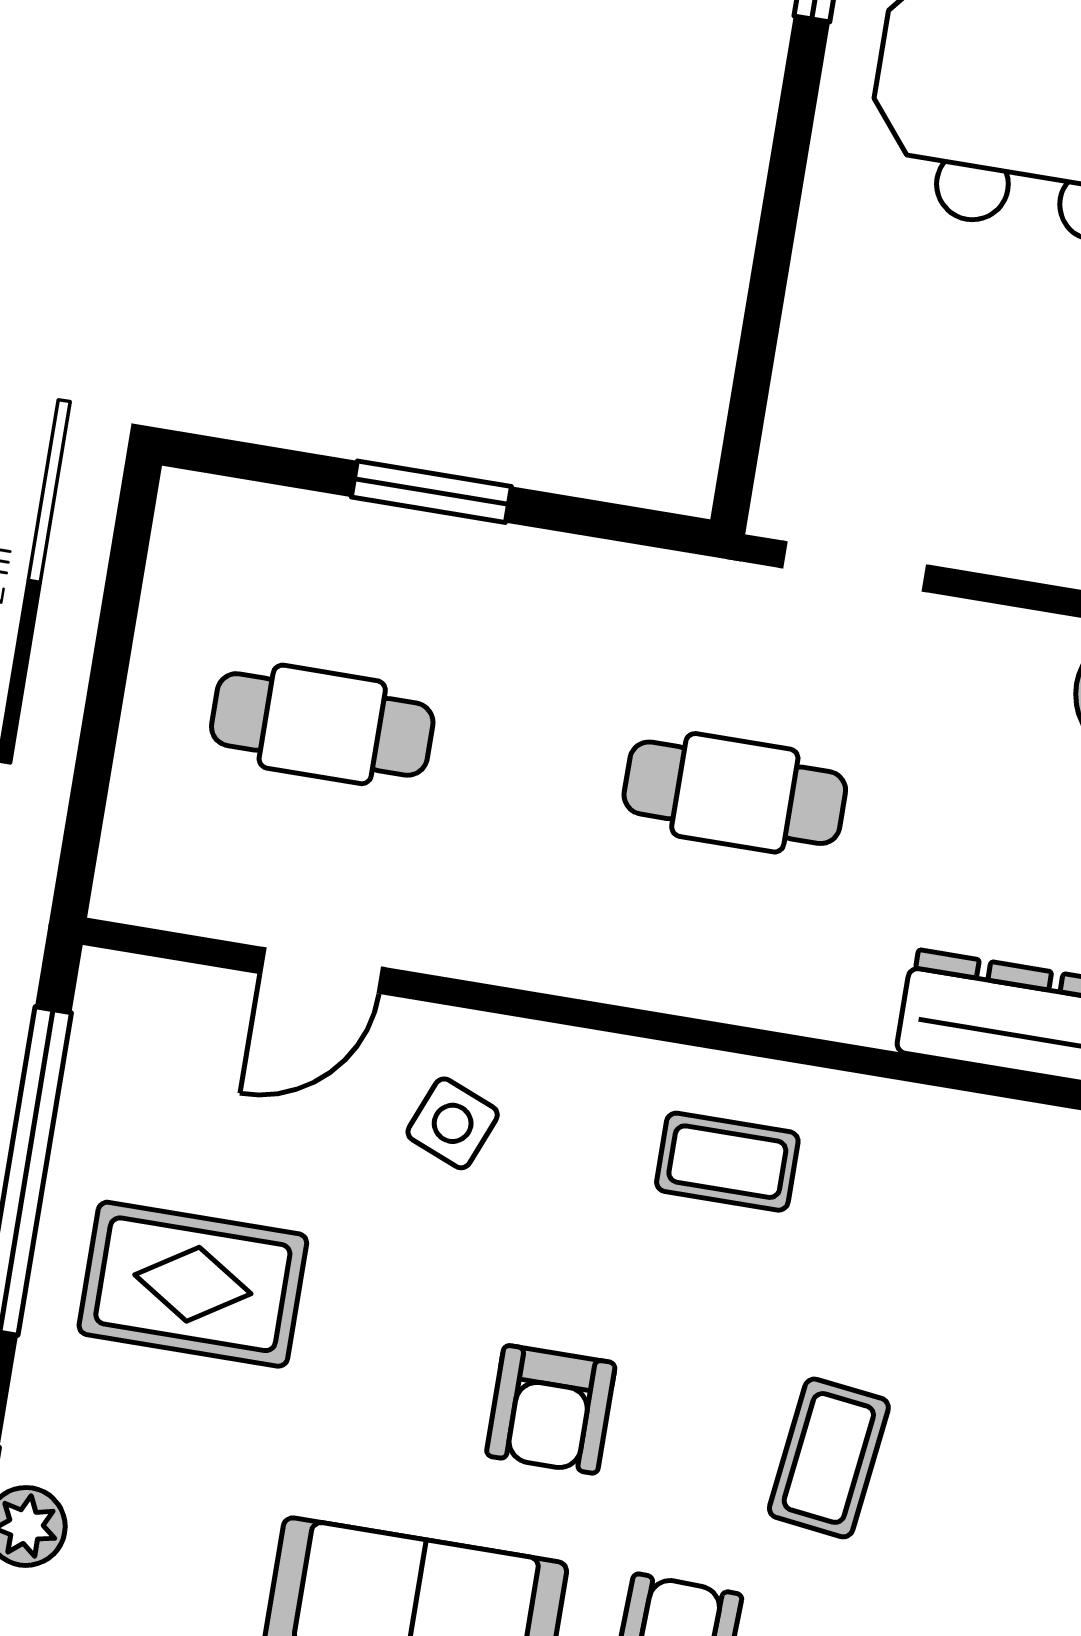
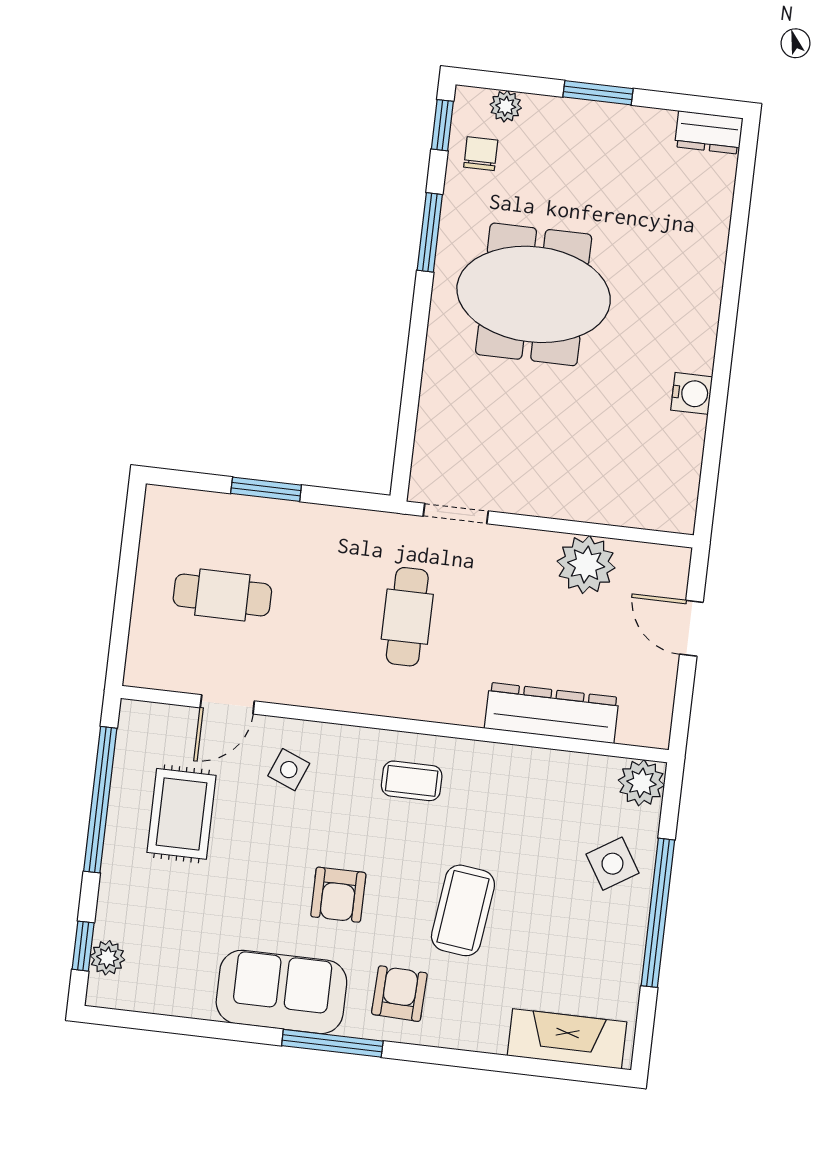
cafe table: (735, 793) -> (407, 617), turned 90
rug: (193, 1284) -> (181, 814), moved, turned 90
coffee table: (829, 1458) -> (463, 910), width x1.36, depth x1.30

